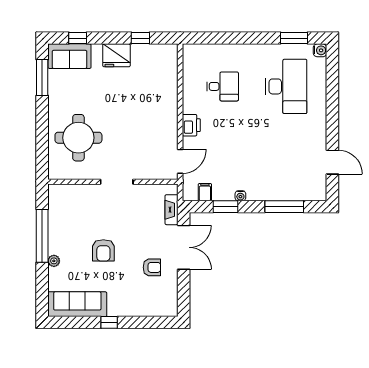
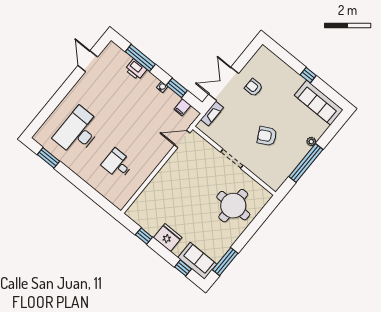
water cooler: (320, 50) -> (39, 137), removed
printer: (191, 125) -> (136, 70), moved, turned -90
armchair: (103, 250) -> (267, 136), moved, turned -118

